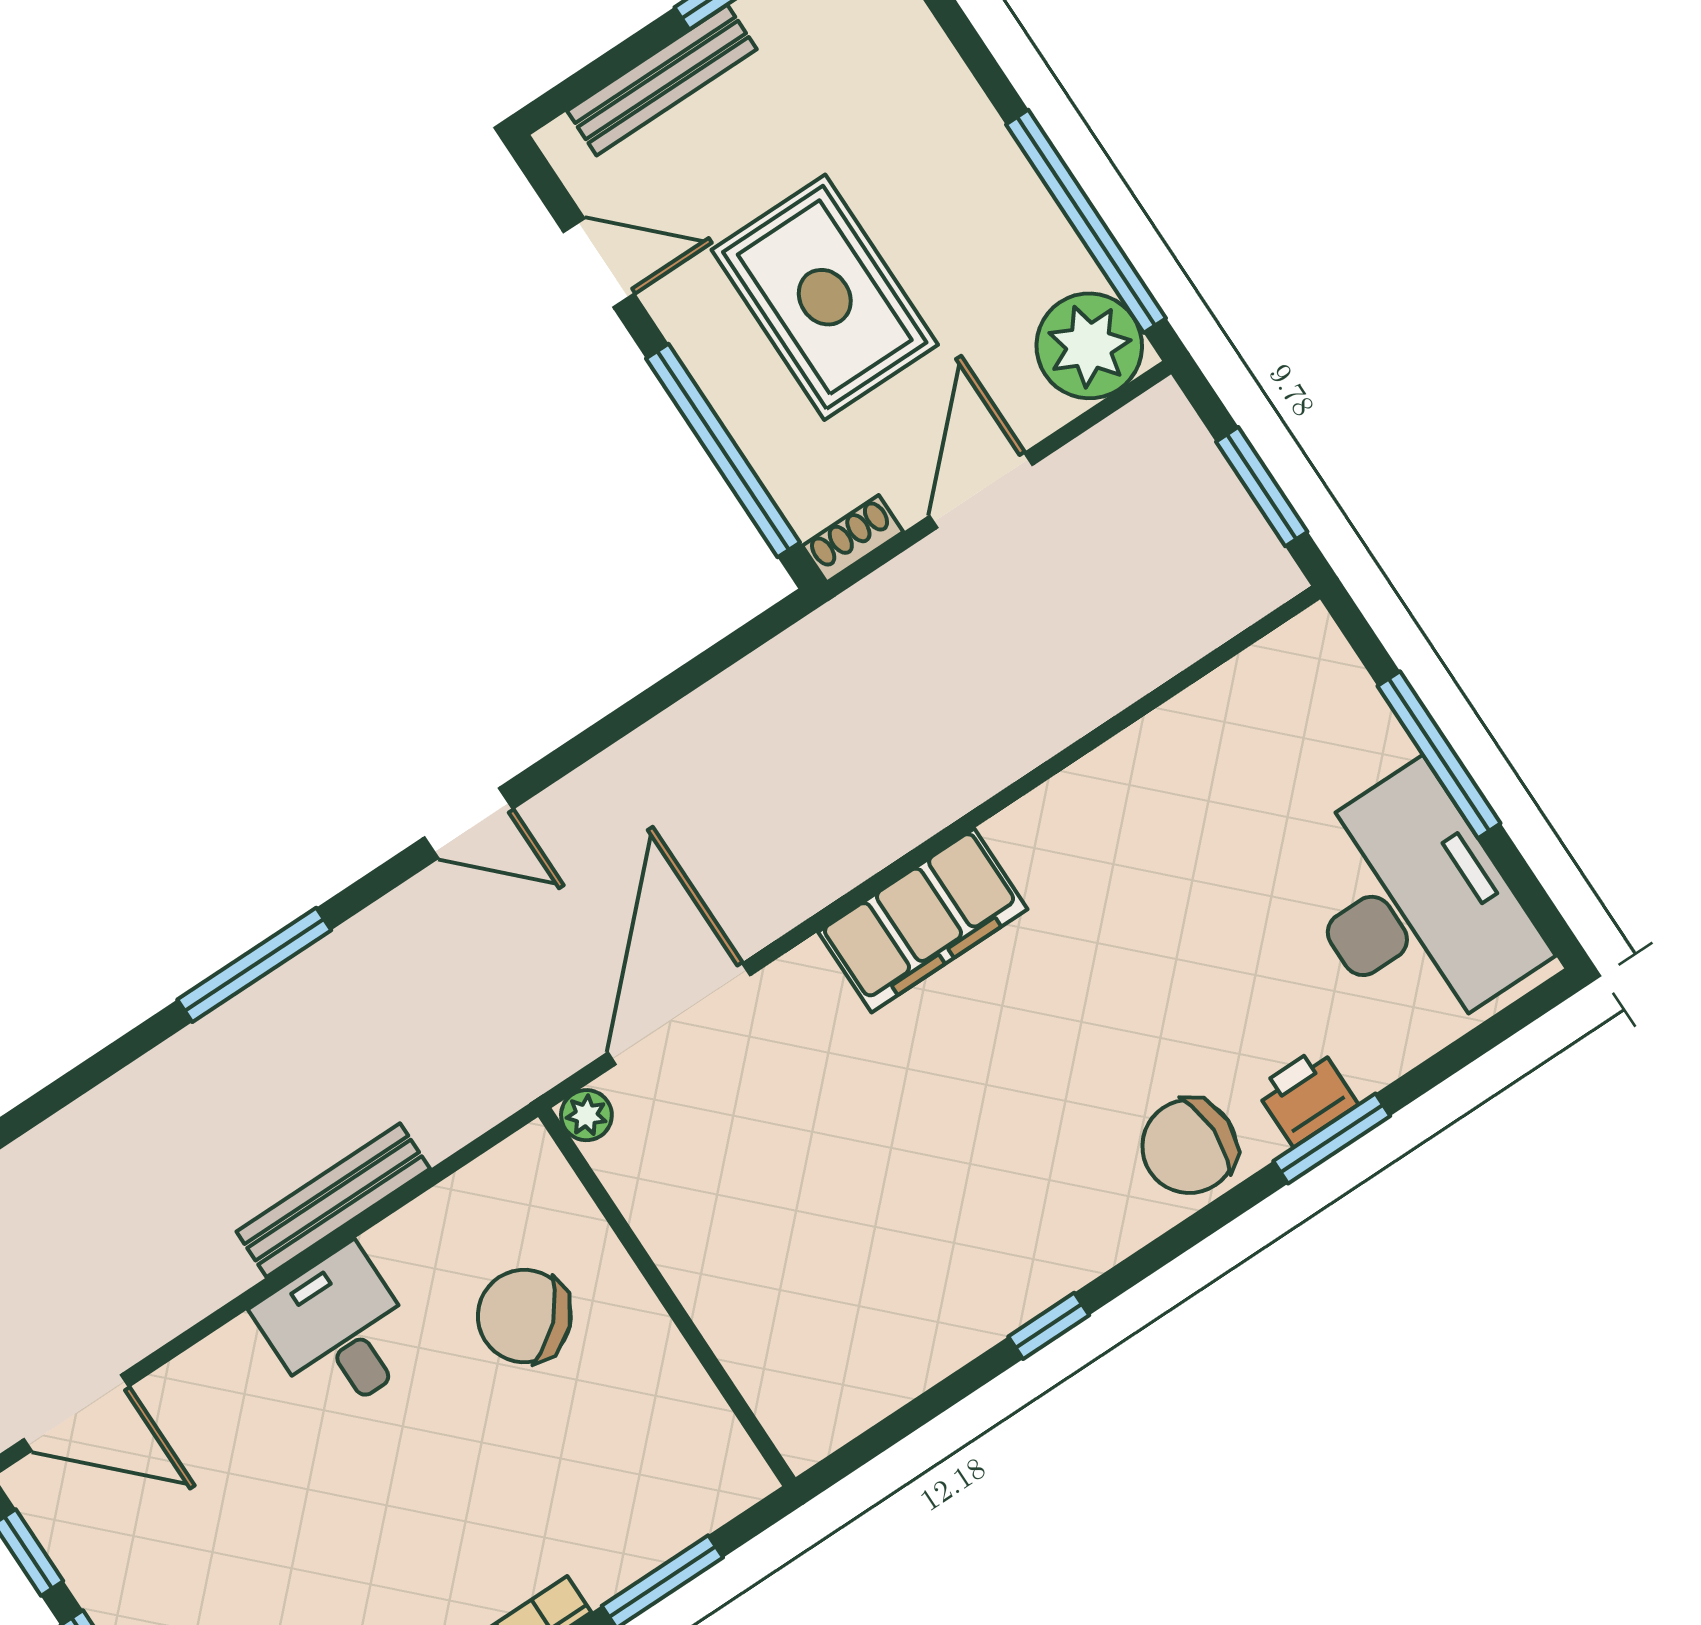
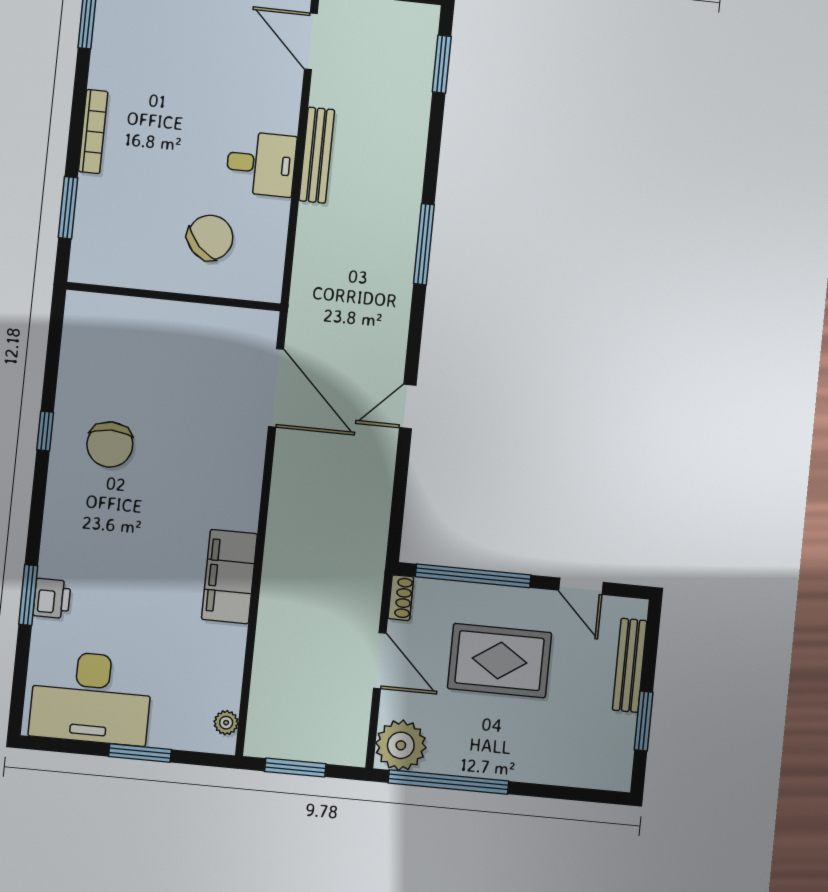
door: (599, 263) -> (581, 586), hinge flipped
window: (1439, 755) -> (140, 753), width x0.69
door: (468, 823) -> (408, 407), moved
filing cabinet: (923, 920) -> (229, 577), moved
plant: (586, 1115) -> (226, 723), moved
chair: (1189, 1146) -> (110, 444), moved, turned 180
bench: (333, 1200) -> (317, 155), moved
door: (76, 1413) -> (311, 41), hinge flipped

